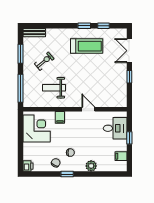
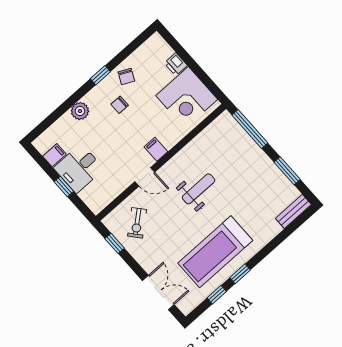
treadmill: (87, 46) -> (215, 252), width x1.37, depth x1.38
exercise bike: (44, 61) -> (137, 223), moved
window: (129, 77) -> (115, 243), moved
weight bench: (54, 88) -> (199, 189), moved
filing cabinet: (60, 117) -> (156, 149), moved
desk: (115, 128) -> (79, 168), moved
printer: (28, 166) -> (176, 64), moved

